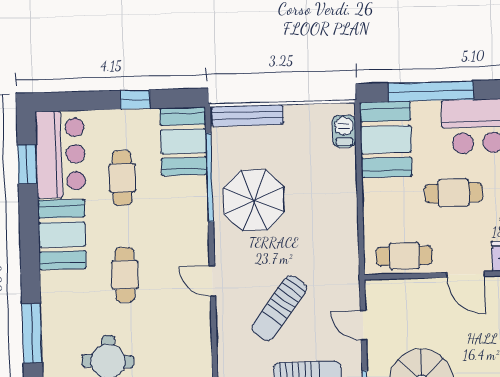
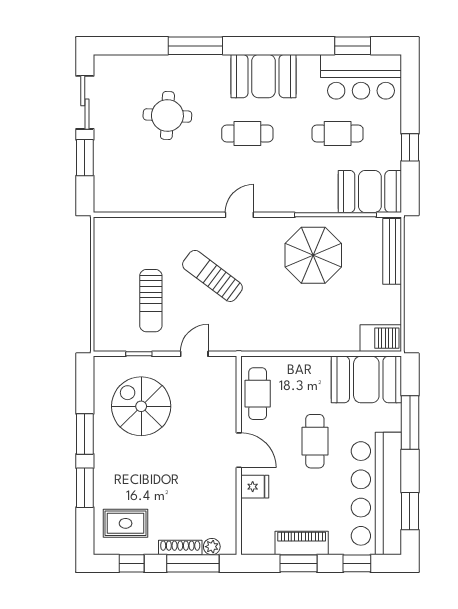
window: (431, 91) -> (410, 423), width x0.68
barbecue: (344, 131) -> (381, 338), width x1.38, depth x1.27
booth: (62, 234) -> (263, 76), moved
door: (466, 274) -> (239, 450), swing flipped

